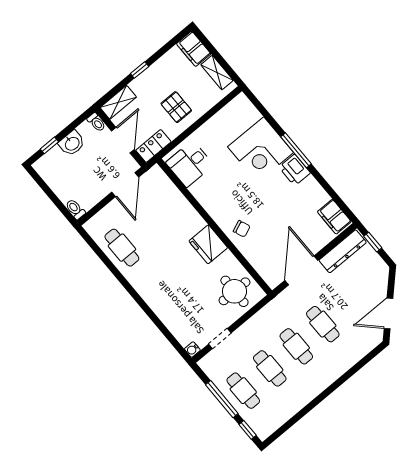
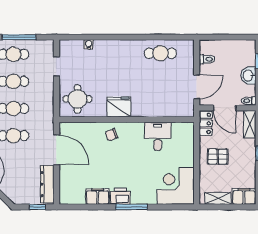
corner desk: (261, 150) -> (176, 186), moved
desk: (190, 164) -> (158, 136), moved
door: (125, 185) -> (197, 87), swing flipped
toilet: (75, 209) -> (207, 59), moved
filing cabinet: (334, 217) -> (98, 197), moved
water cooler: (192, 350) -> (88, 44), moved

